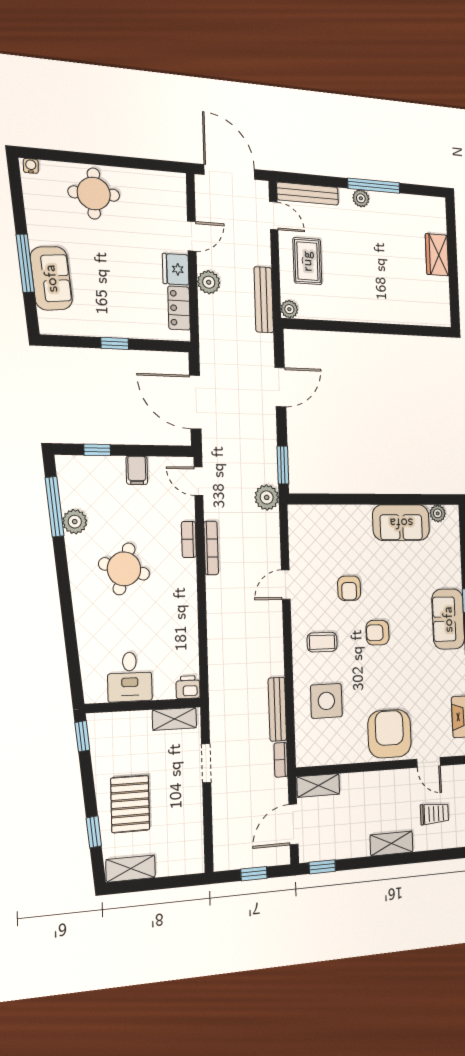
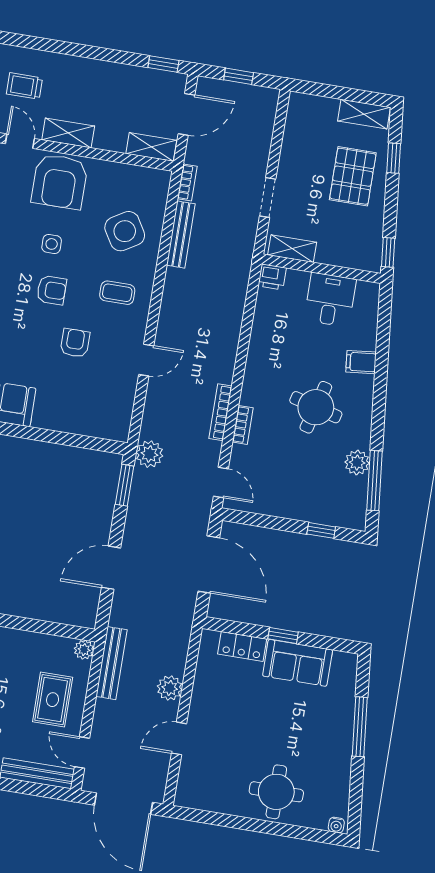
fridge: (176, 269) -> (203, 705), removed
sofa: (51, 278) -> (298, 663), moved, turned -84
locker: (179, 308) -> (242, 646), moved, turned 90
filing cabinet: (137, 470) -> (361, 362), moved, turned -96
side table: (385, 675) -> (52, 244), added
side table: (326, 701) -> (125, 231), turned -31
shelving: (392, 843) -> (68, 133), moved

